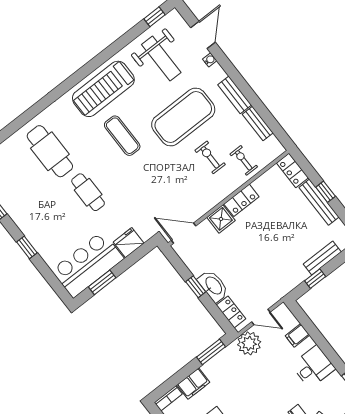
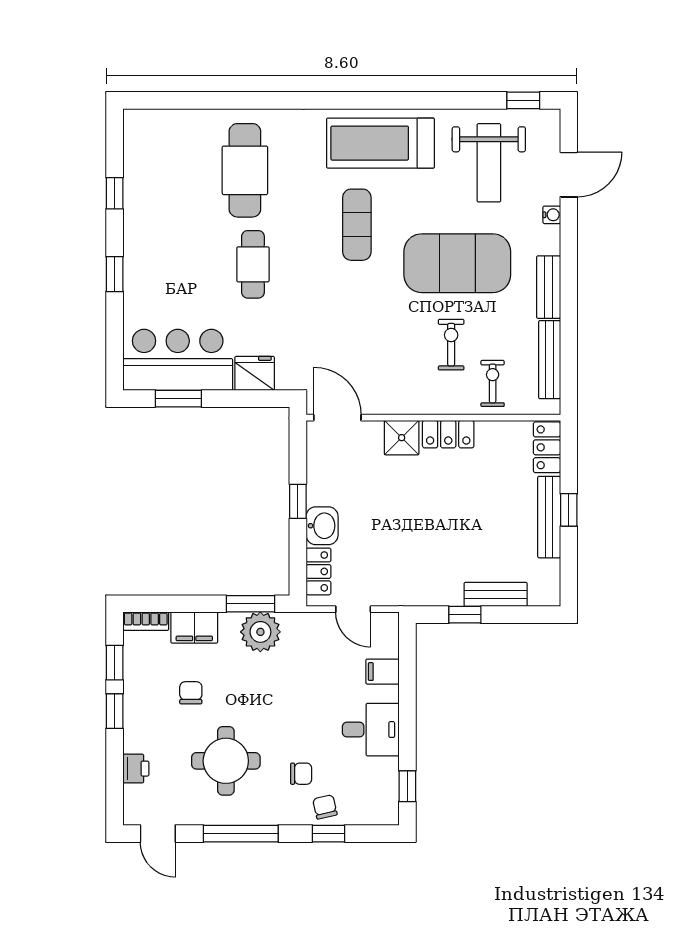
bench: (258, 124) -> (550, 360), width x1.36
washbasin: (213, 286) -> (322, 526), width x0.72
plant: (249, 343) -> (260, 632), moved

